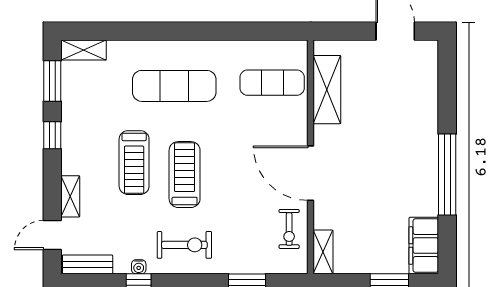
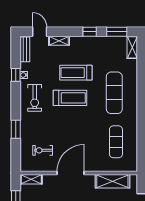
shelving: (327, 90) -> (112, 181), moved
wall: (311, 157) -> (79, 173), moved
door: (311, 173) -> (71, 173), moved
shelving: (323, 252) -> (31, 179), moved

